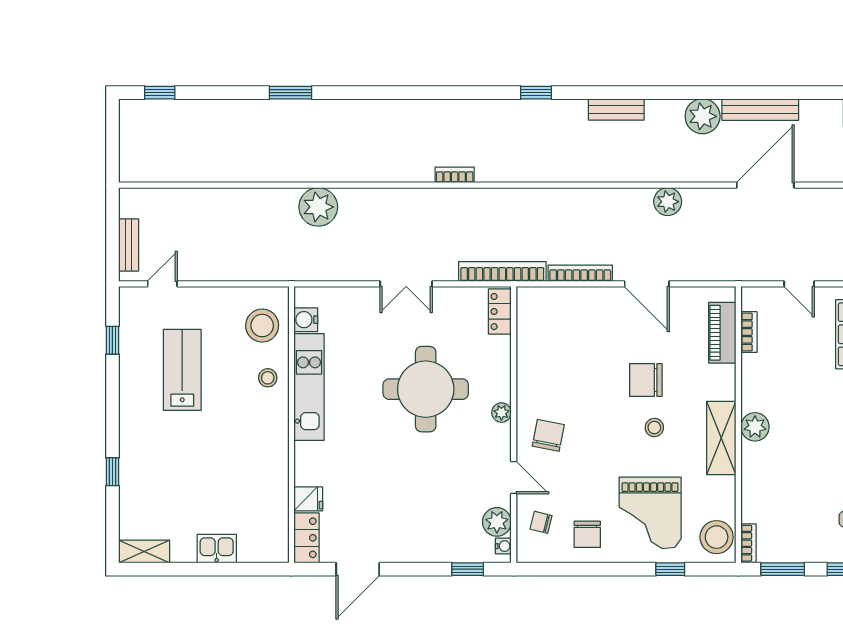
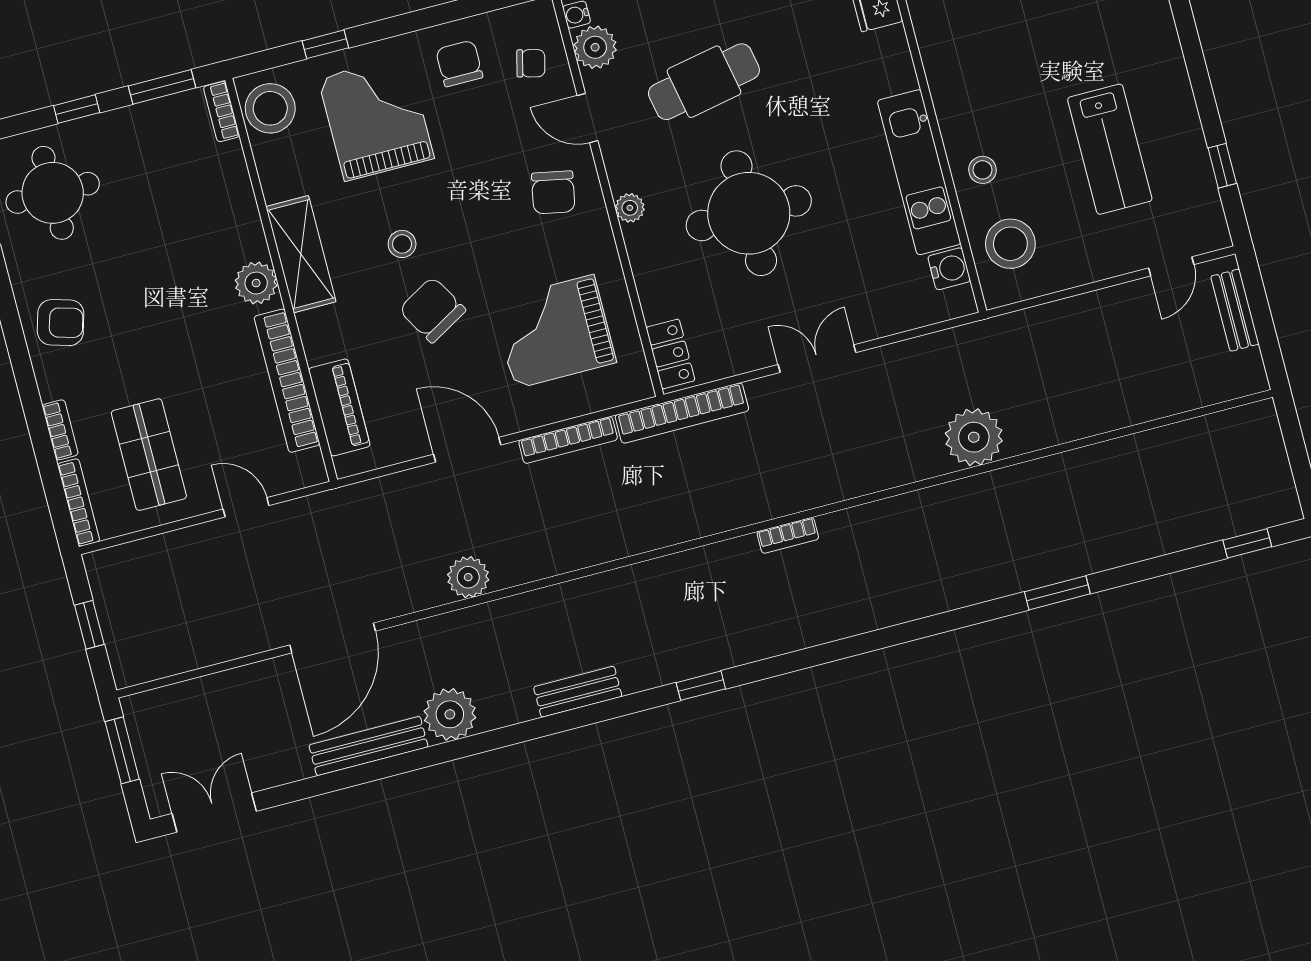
bookcase: (749, 332) -> (287, 381), width x2.31, depth x1.31
grand piano: (571, 345) -> (554, 332), added
chair: (646, 380) -> (432, 310), turned -120
cafe table: (432, 481) -> (704, 82), added

